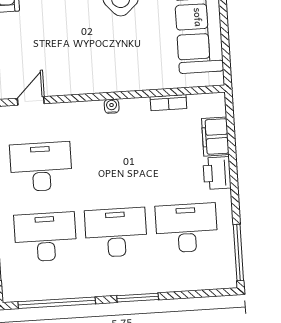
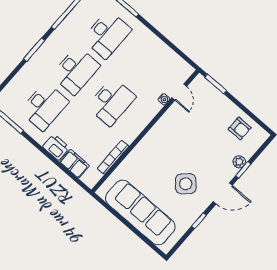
bookcase: (168, 103) -> (113, 157), width x1.56
water cooler: (112, 106) -> (164, 99), moved
desk: (41, 167) -> (111, 102), moved

